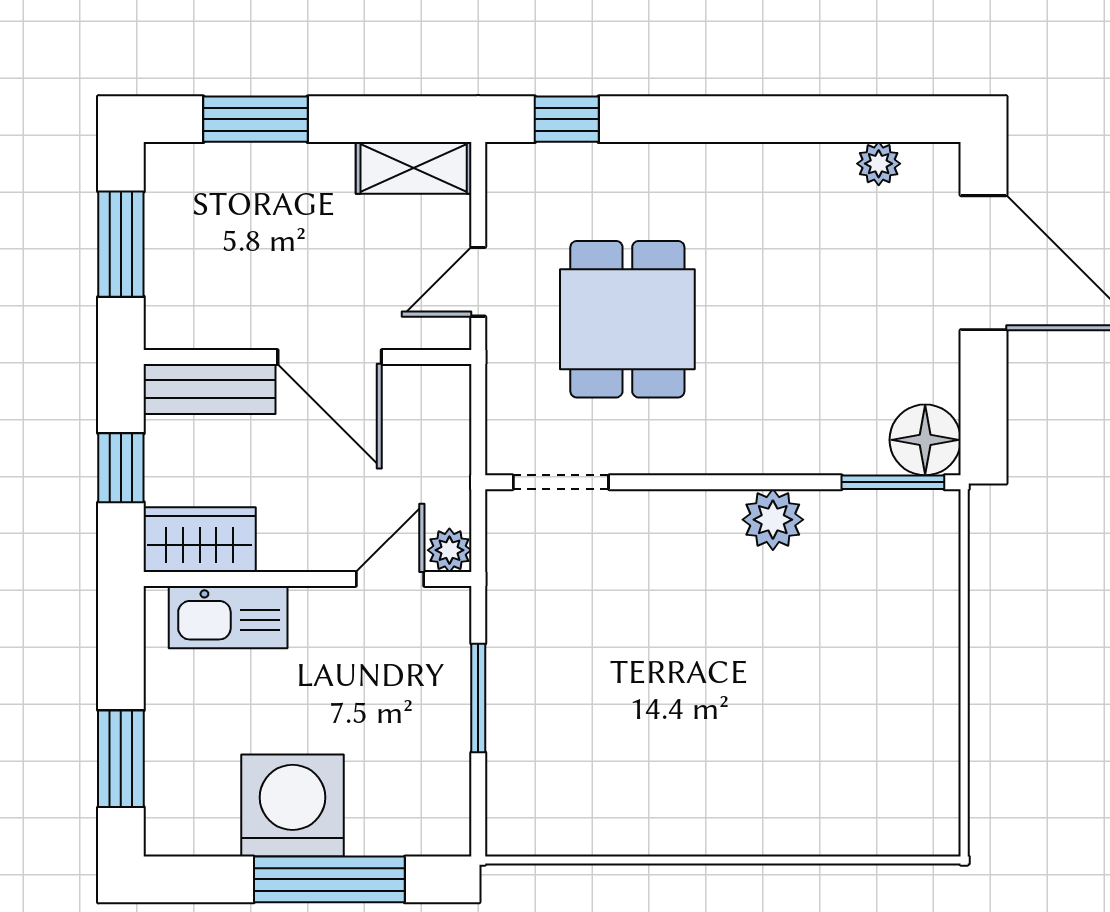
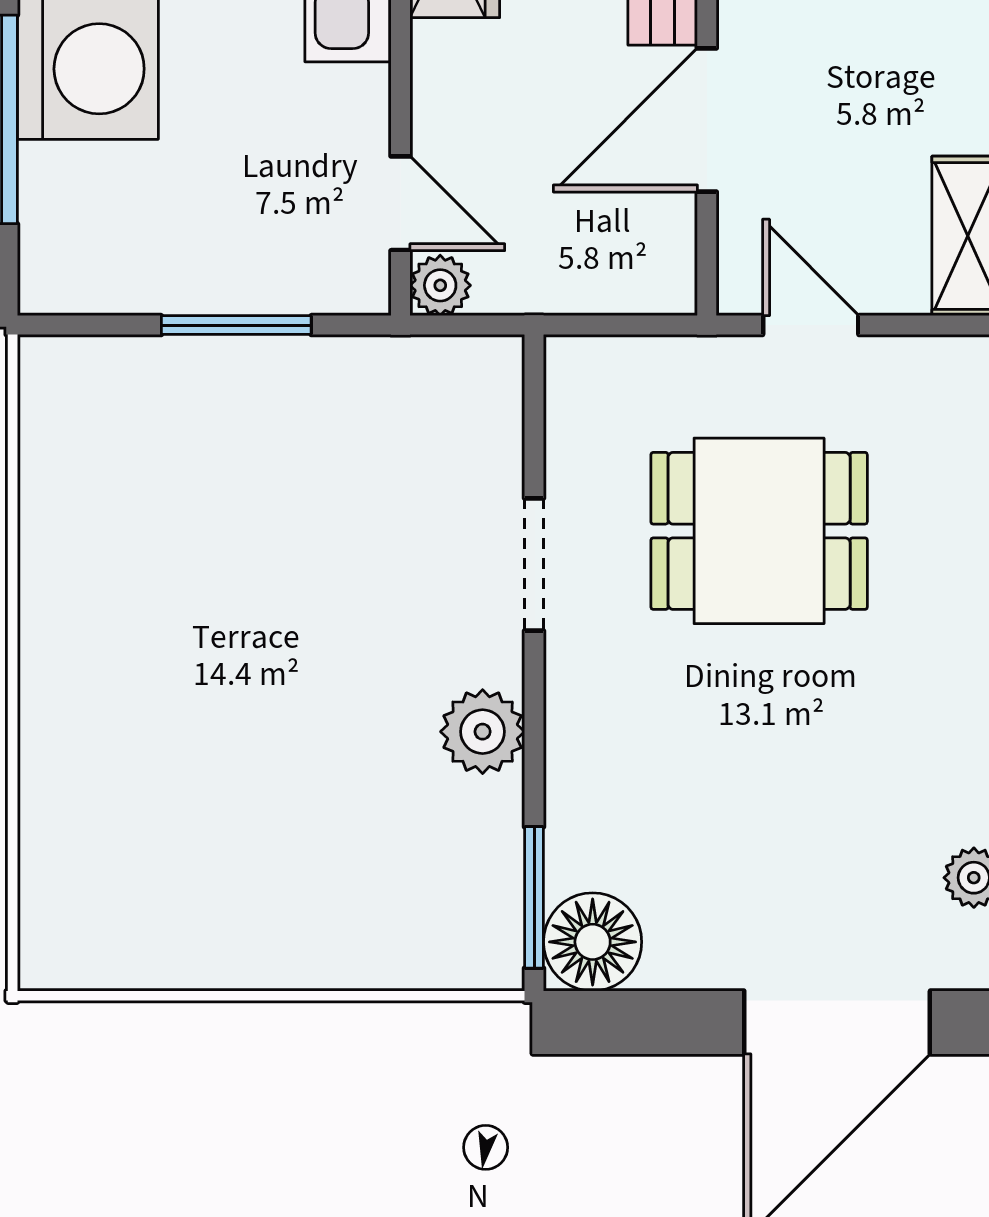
doorway: (561, 482) -> (534, 565), moved

